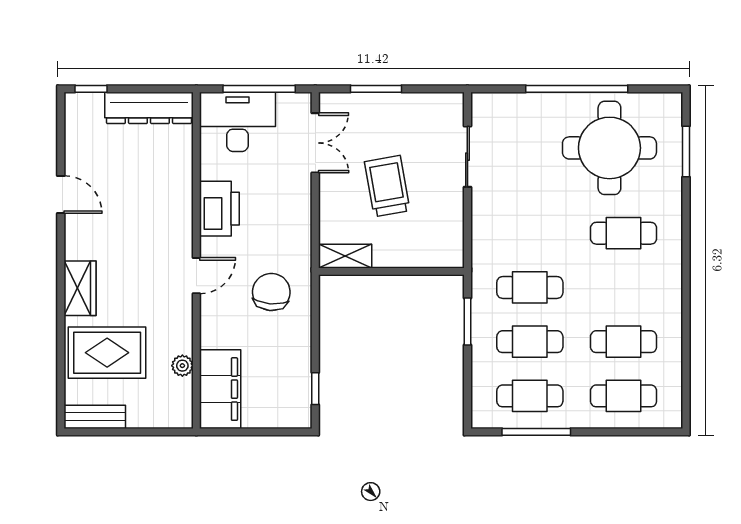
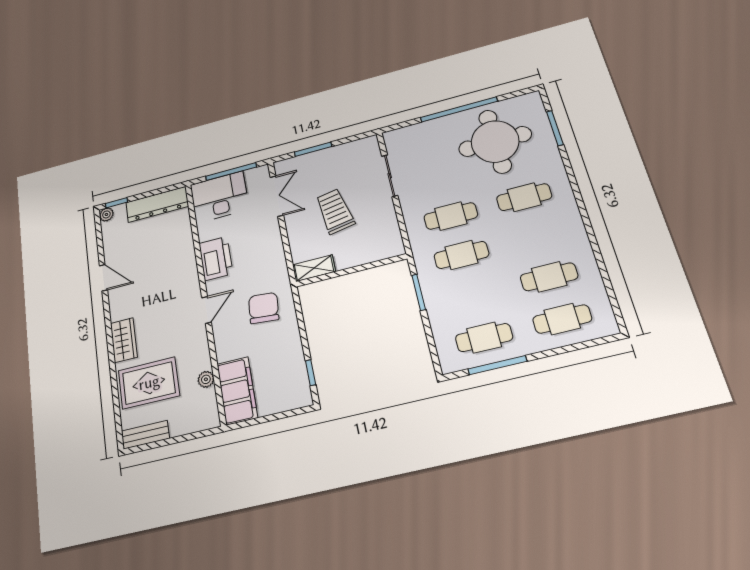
plant: (74, 103) -> (106, 214), added
cafe table: (530, 342) -> (451, 216), moved

